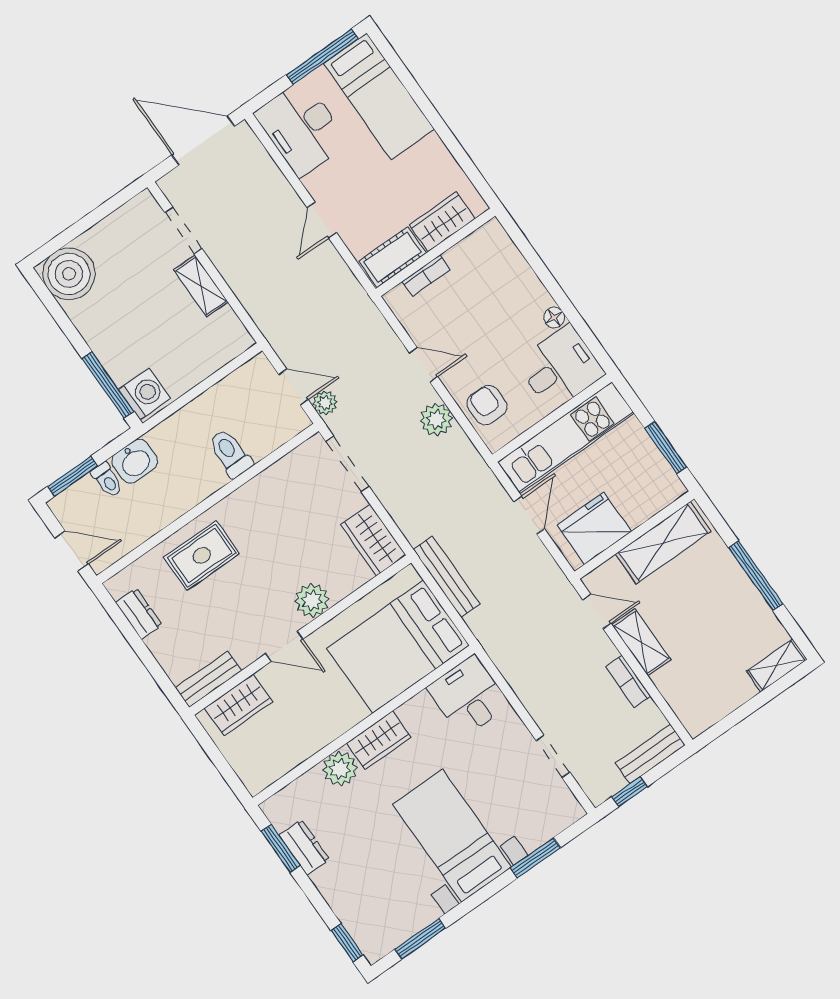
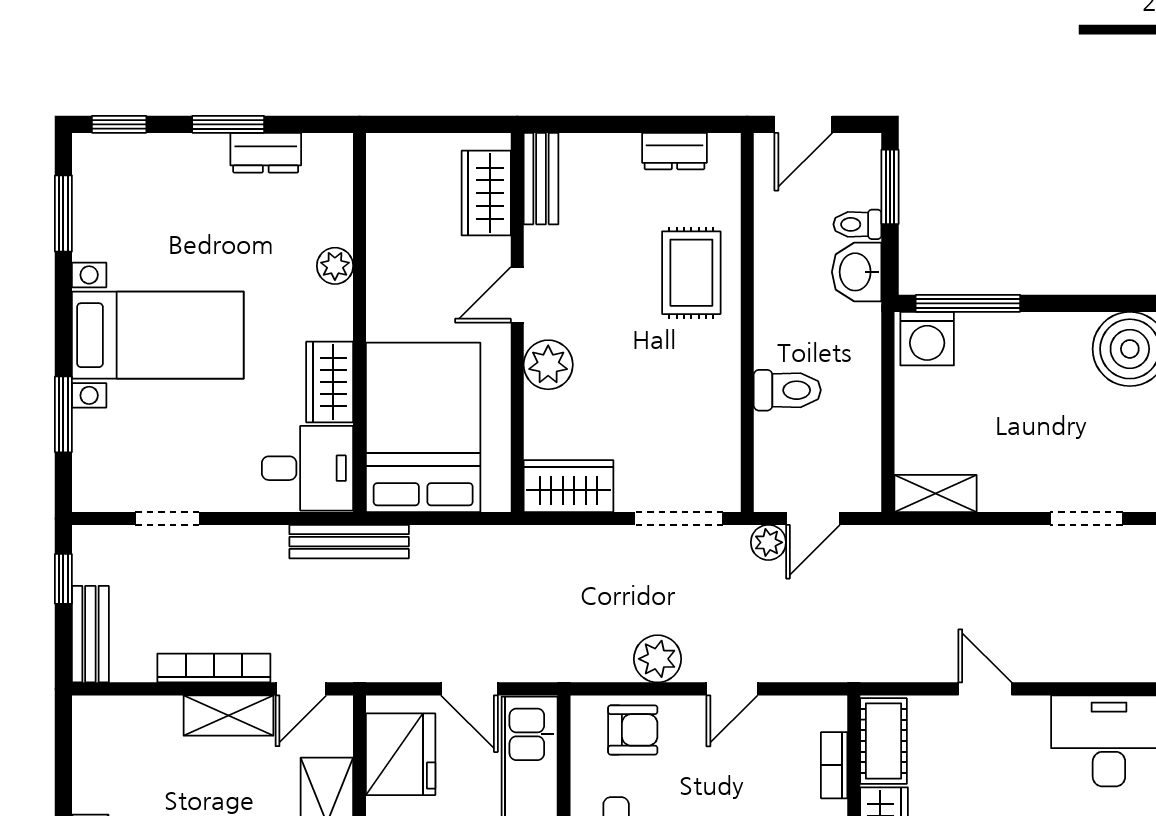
shelving: (201, 286) -> (936, 494), moved
bench: (447, 577) -> (349, 542), moved
bookcase: (628, 681) -> (214, 668), width x1.56
wardrobe: (379, 740) -> (330, 382), moved
plant: (340, 769) -> (335, 266), width x0.73, depth x0.73
window: (281, 848) -> (228, 124), moved

